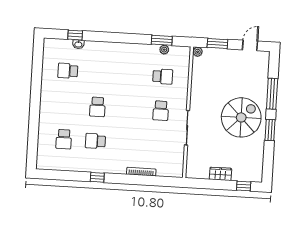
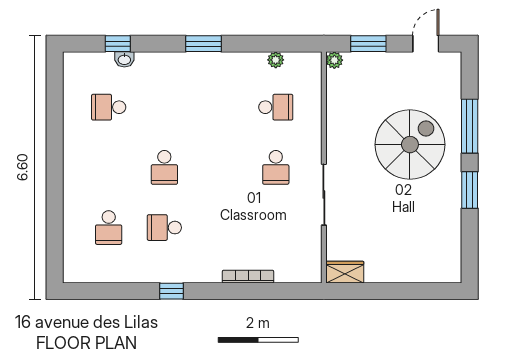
window: (162, 40) -> (204, 44), moved
spiral stairs: (241, 117) -> (410, 145), moved
wardrobe: (220, 174) -> (345, 272), moved
window: (244, 186) -> (429, 291), removed

